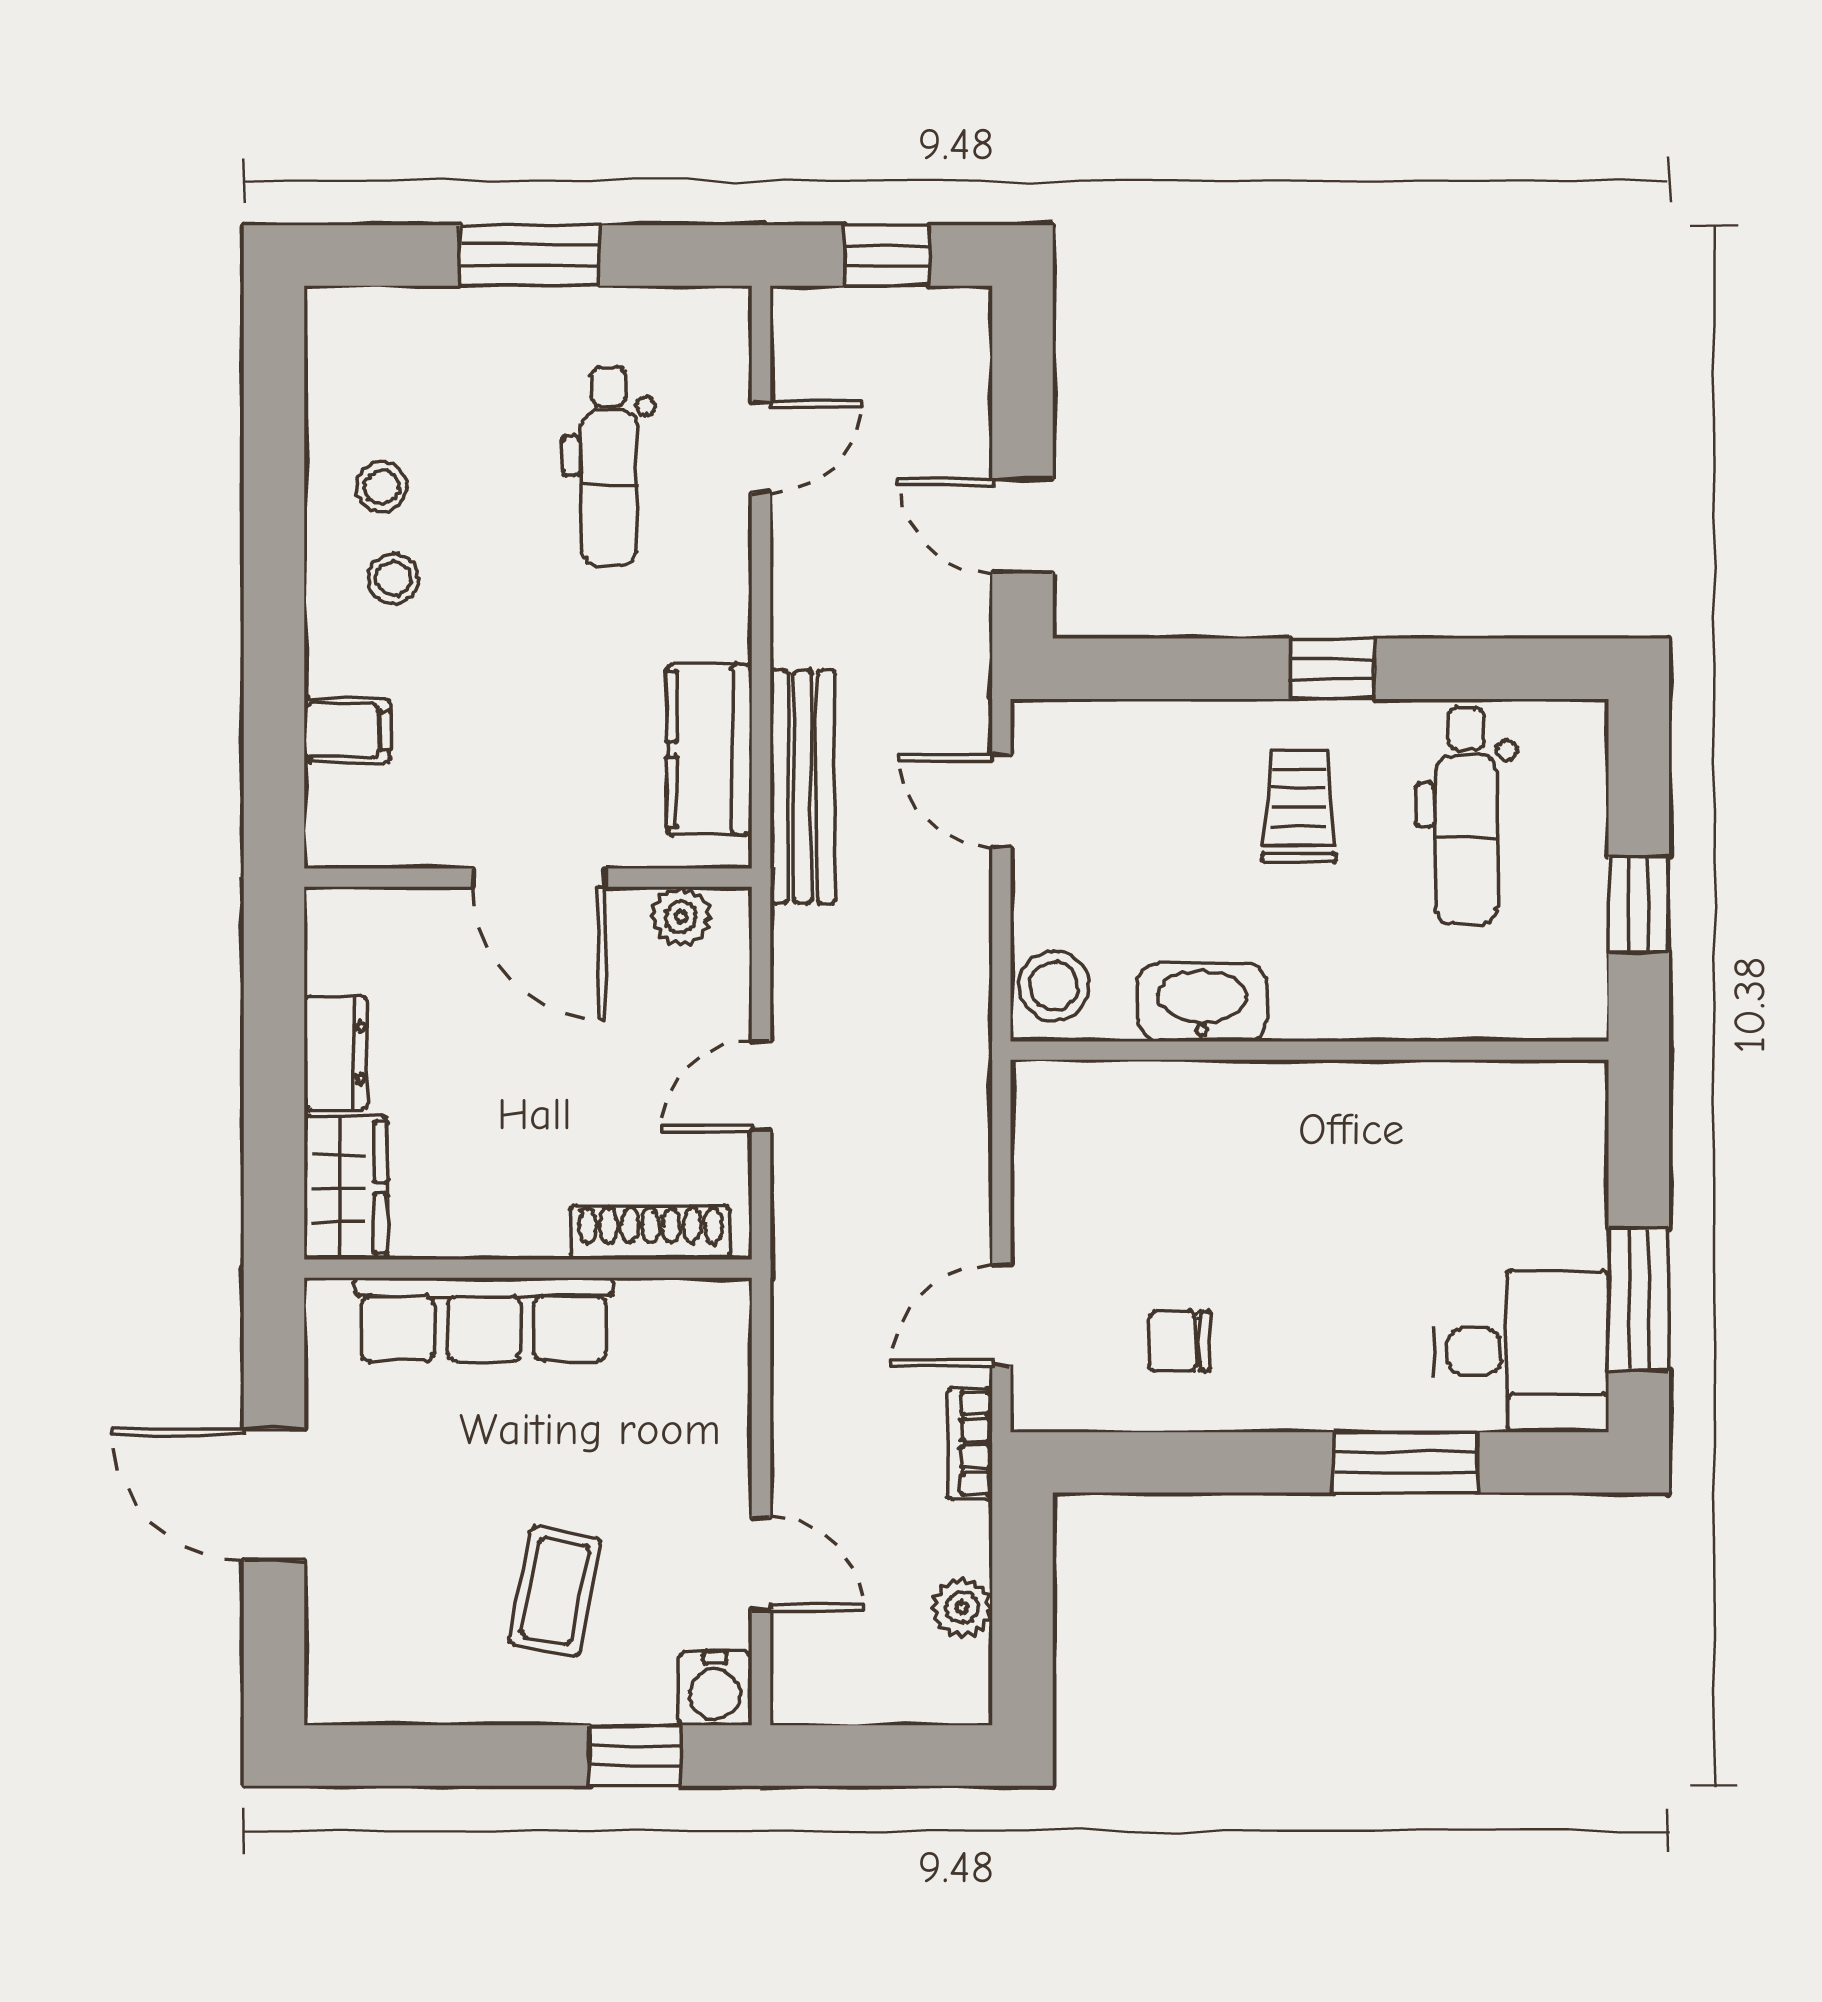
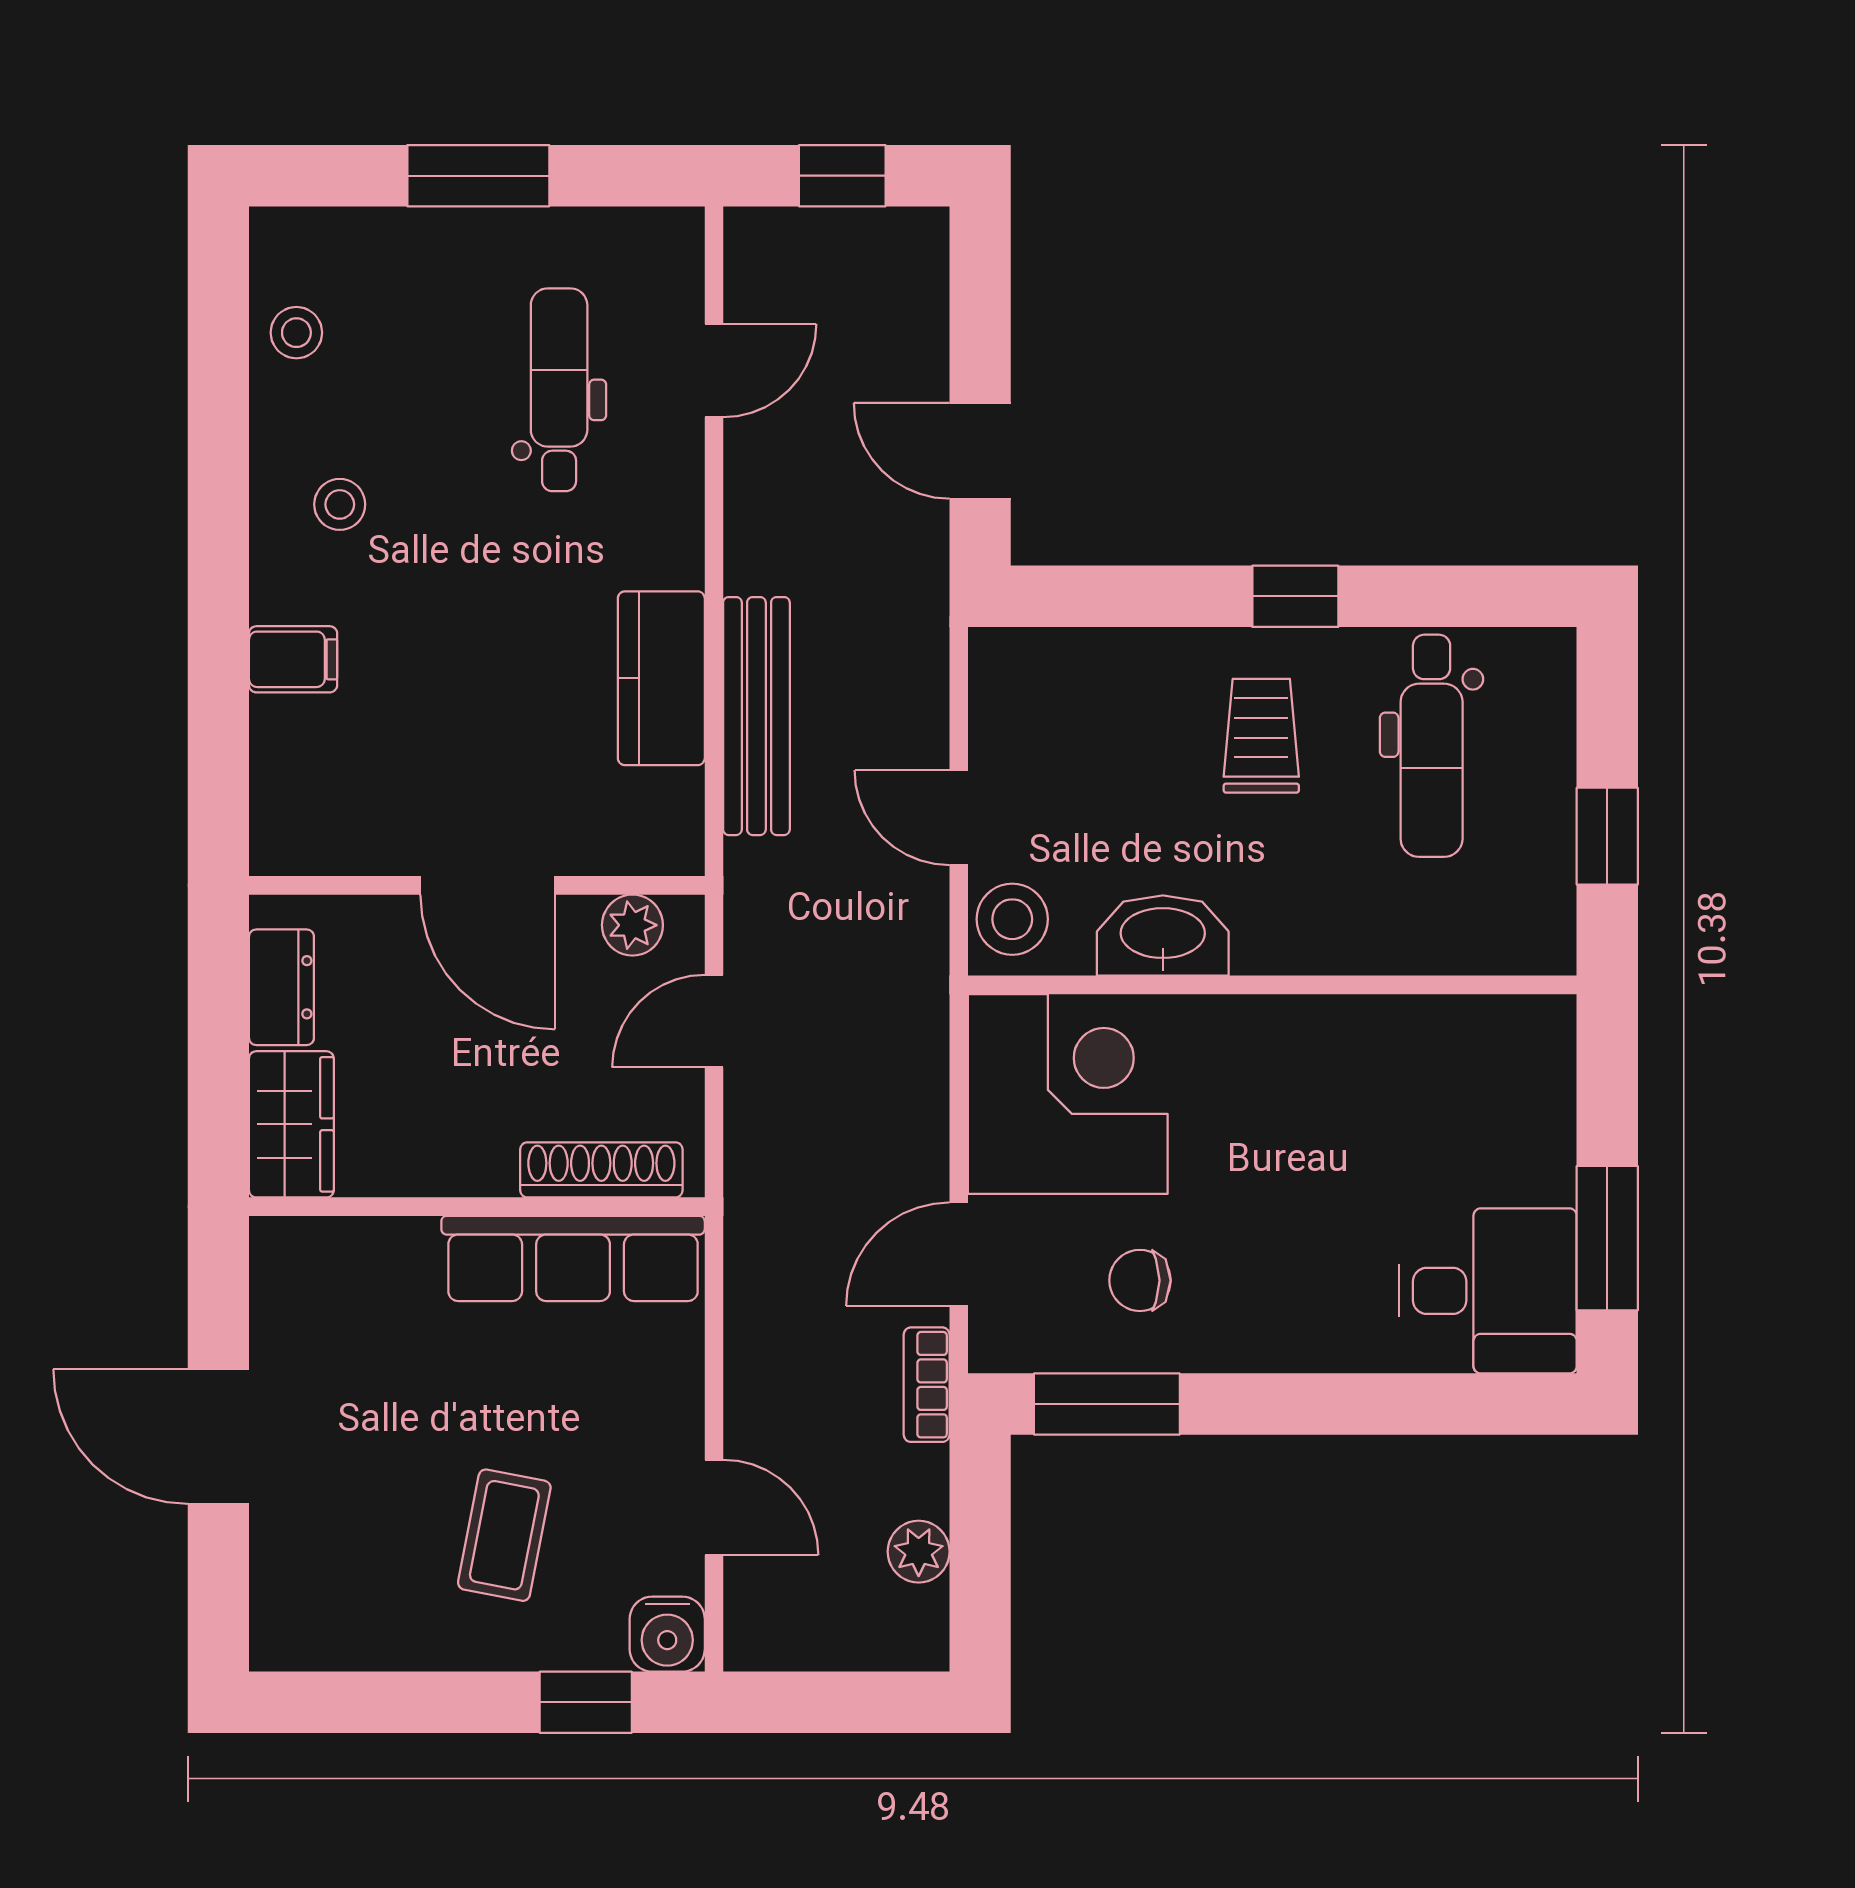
dental chair: (609, 466) -> (559, 390), turned 180
stool: (382, 487) -> (296, 333), moved
door: (1001, 801) -> (959, 818), moved
wall: (528, 878) -> (477, 885), moved
door: (539, 878) -> (488, 885), moved
plant: (681, 917) -> (632, 925), moved
corner desk: (1109, 1158) -> (1068, 1094), added
row of seats: (484, 1319) -> (573, 1258), moved
window: (1406, 1462) -> (1107, 1404), moved

